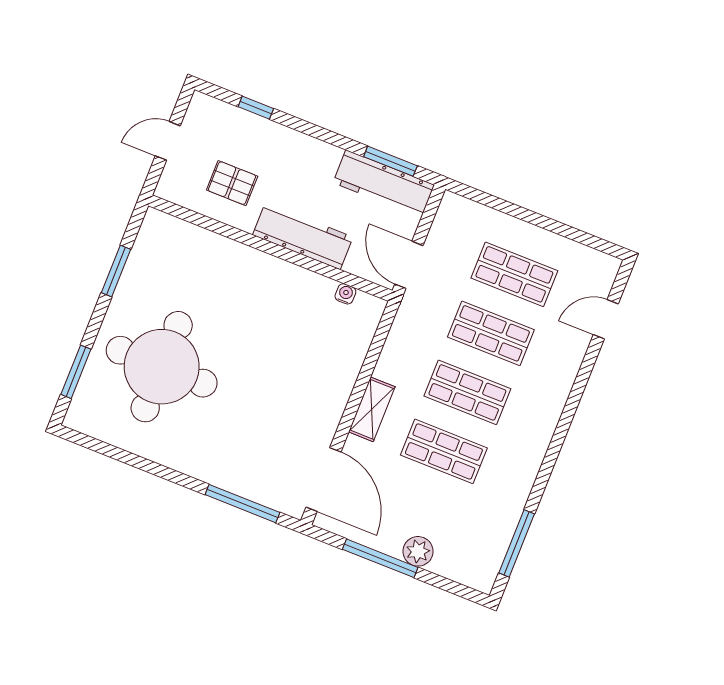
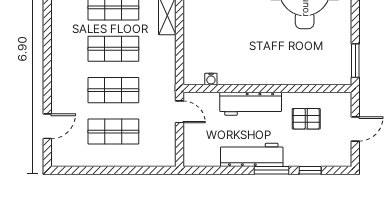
window: (390, 161) -> (271, 170), moved
workbench: (384, 184) -> (252, 155), moved
door: (409, 265) -> (180, 112), width x0.73
window: (116, 271) -> (355, 61), moved

